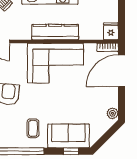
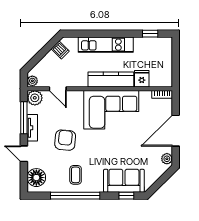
fridge: (111, 31) -> (142, 79), moved
door: (121, 71) -> (176, 131), moved
coffee table: (33, 128) -> (76, 175), moved

